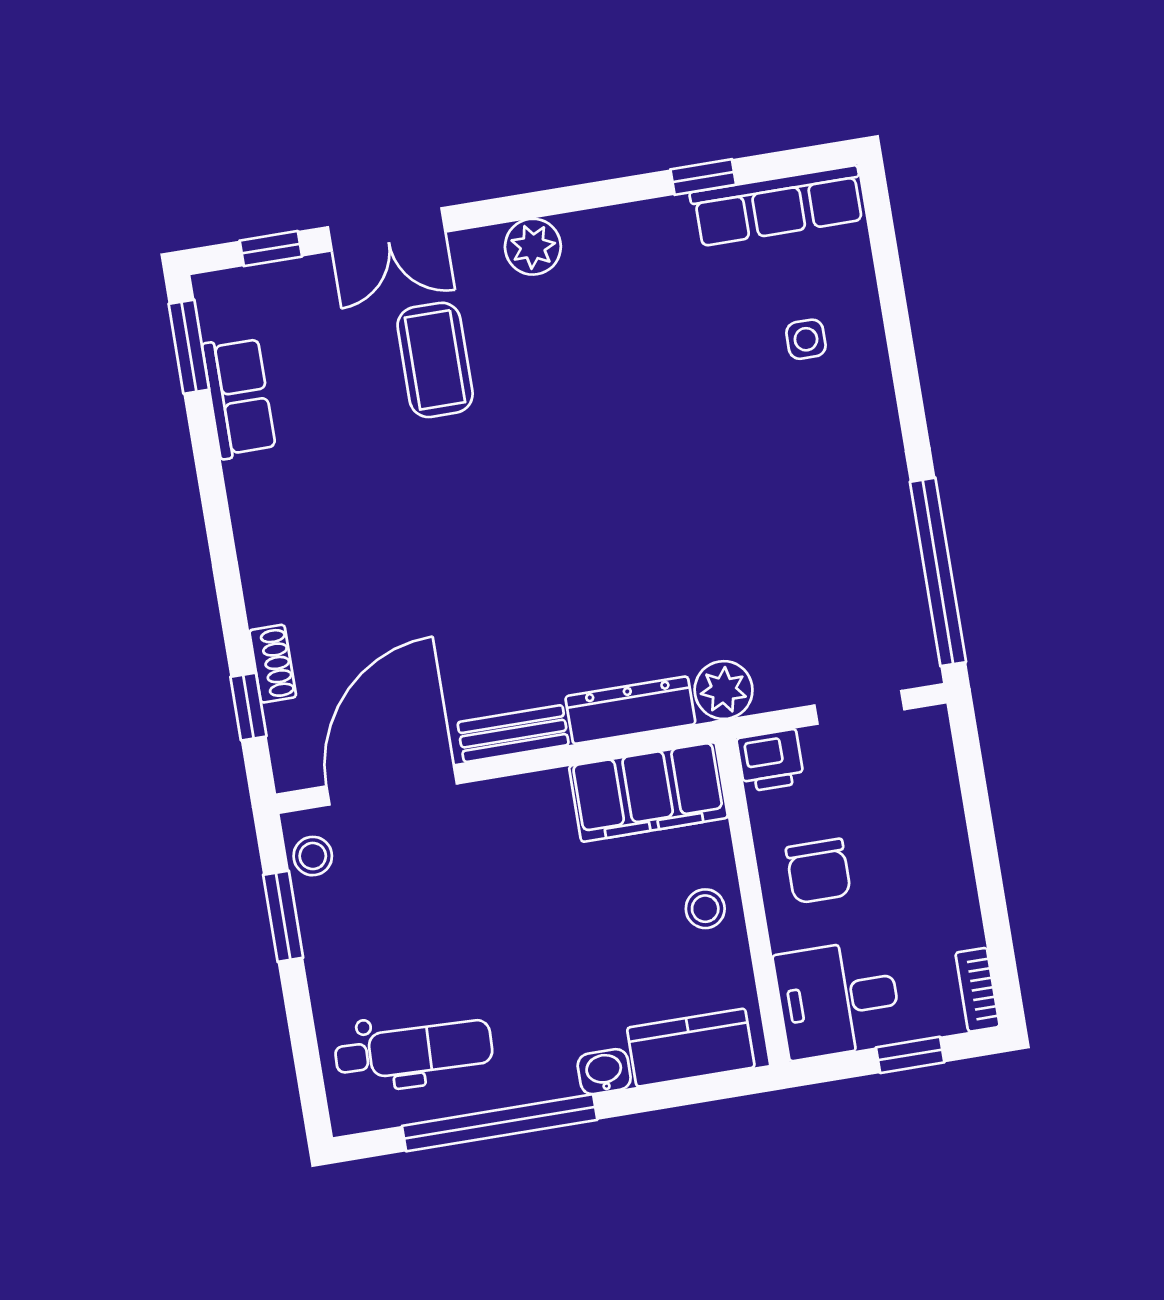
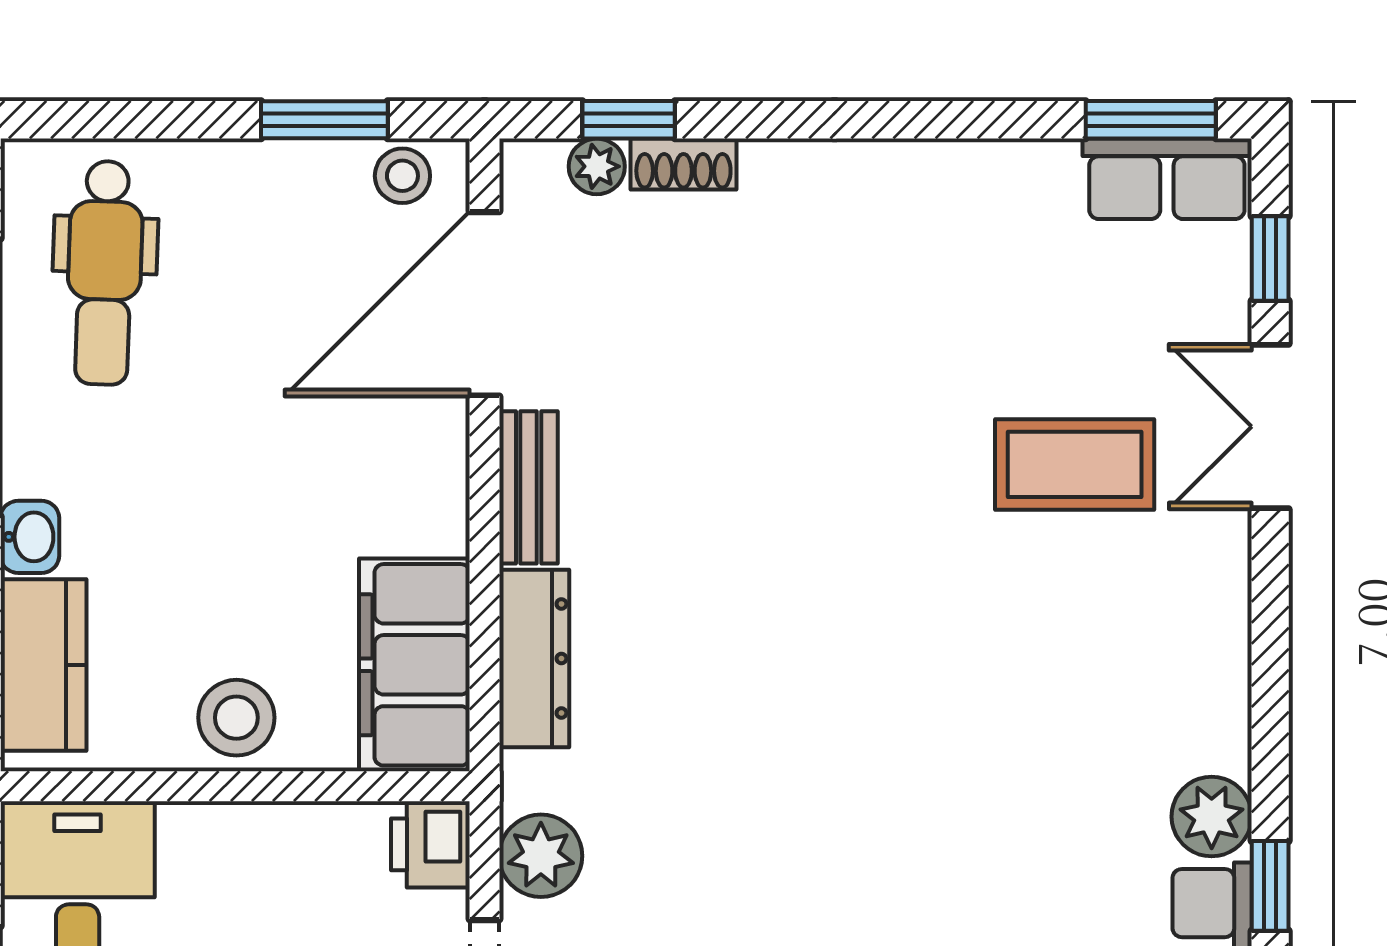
plant: (533, 247) -> (1212, 817), moved
row of seats: (239, 397) -> (1167, 179), moved
plant: (724, 690) -> (541, 856), moved
plant: (284, 723) -> (597, 166), added
door: (392, 785) -> (485, 304), swing flipped
chair: (818, 871) -> (263, 886), removed
stool: (705, 909) -> (236, 718), width x1.37, depth x1.37

